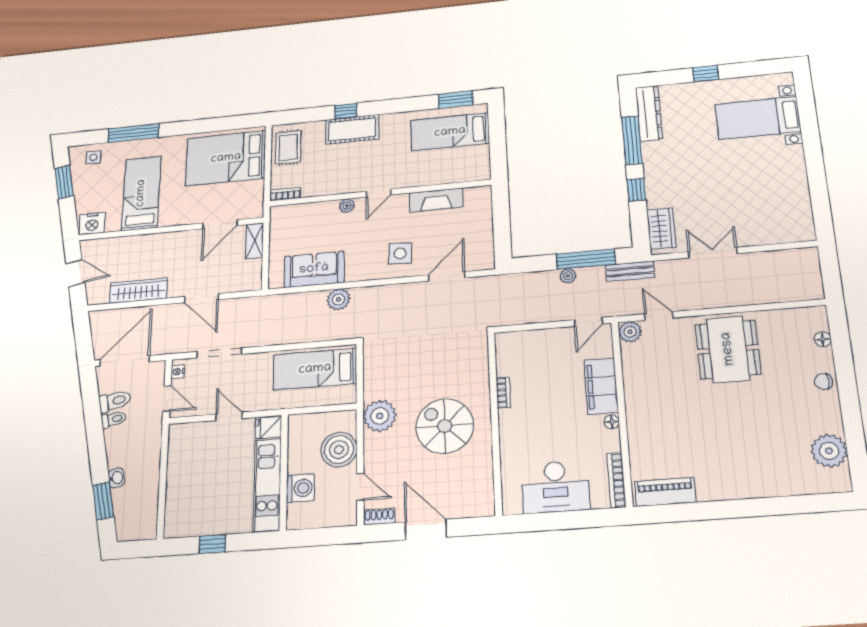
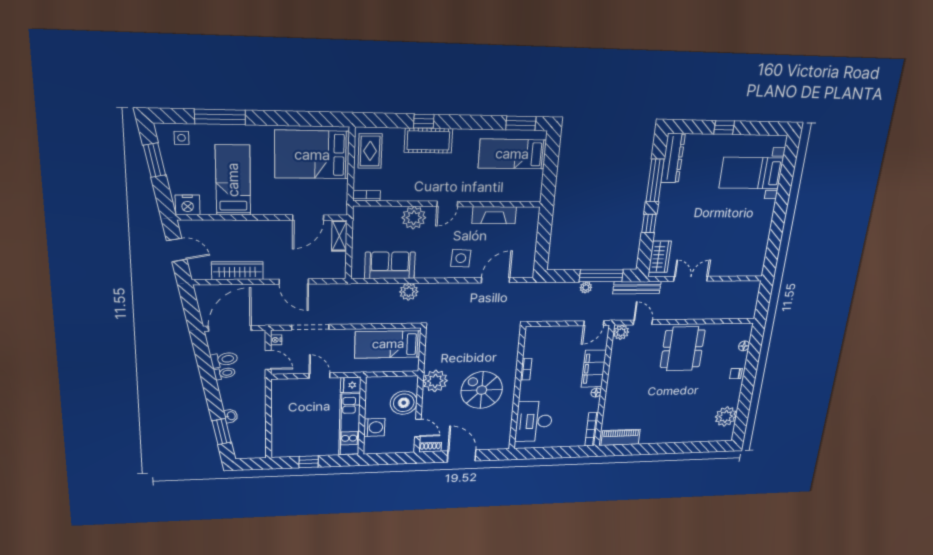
plant: (347, 206) -> (414, 218), width x1.87, depth x1.87
bench: (630, 271) -> (637, 288), width x1.36
desk: (555, 487) -> (534, 421), moved, turned 90

